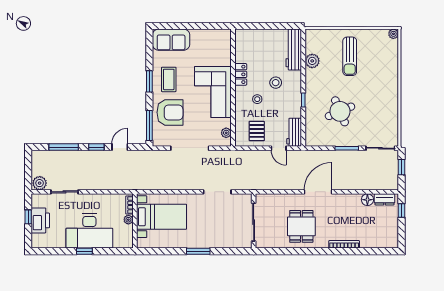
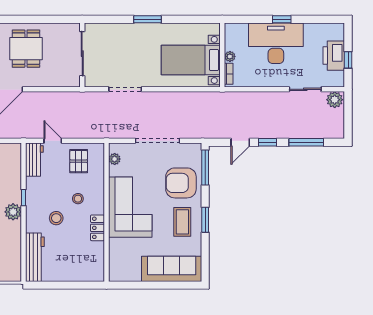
sofa: (171, 40) -> (172, 269), width x1.36
plant: (312, 61) -> (13, 212), moved

